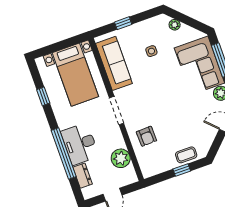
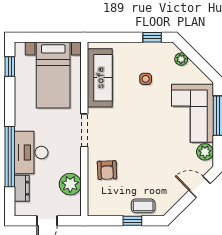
window: (123, 23) -> (152, 37), moved
window: (43, 96) -> (10, 67), moved

